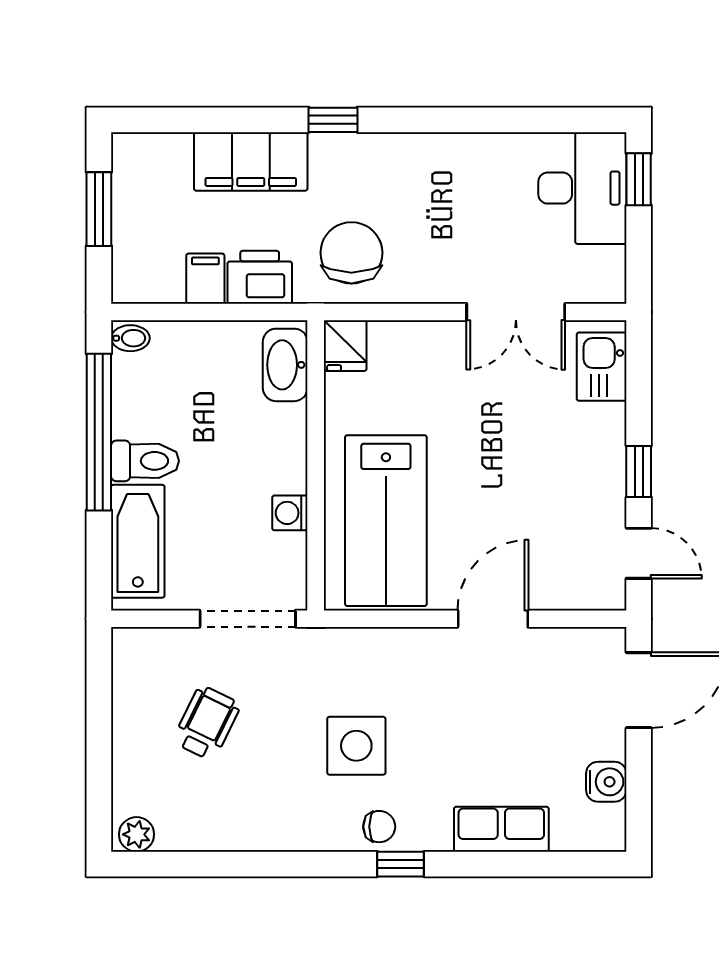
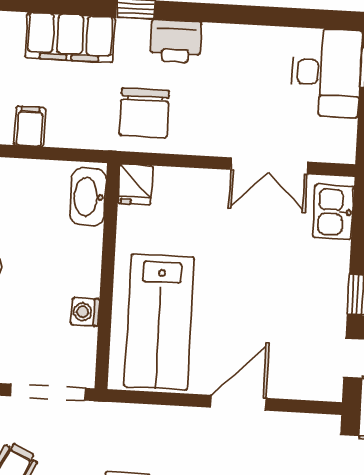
chair: (351, 253) -> (144, 113), turned 180
printer: (260, 277) -> (176, 41), moved, turned 180

